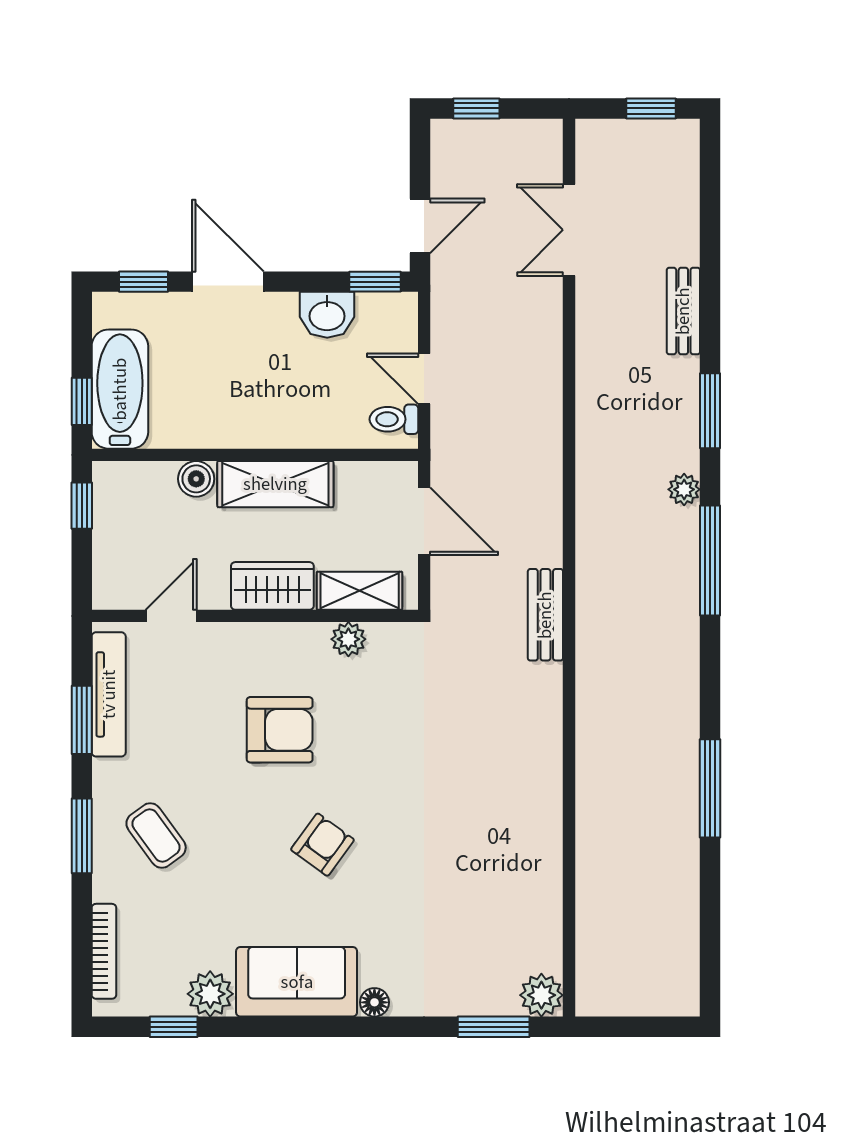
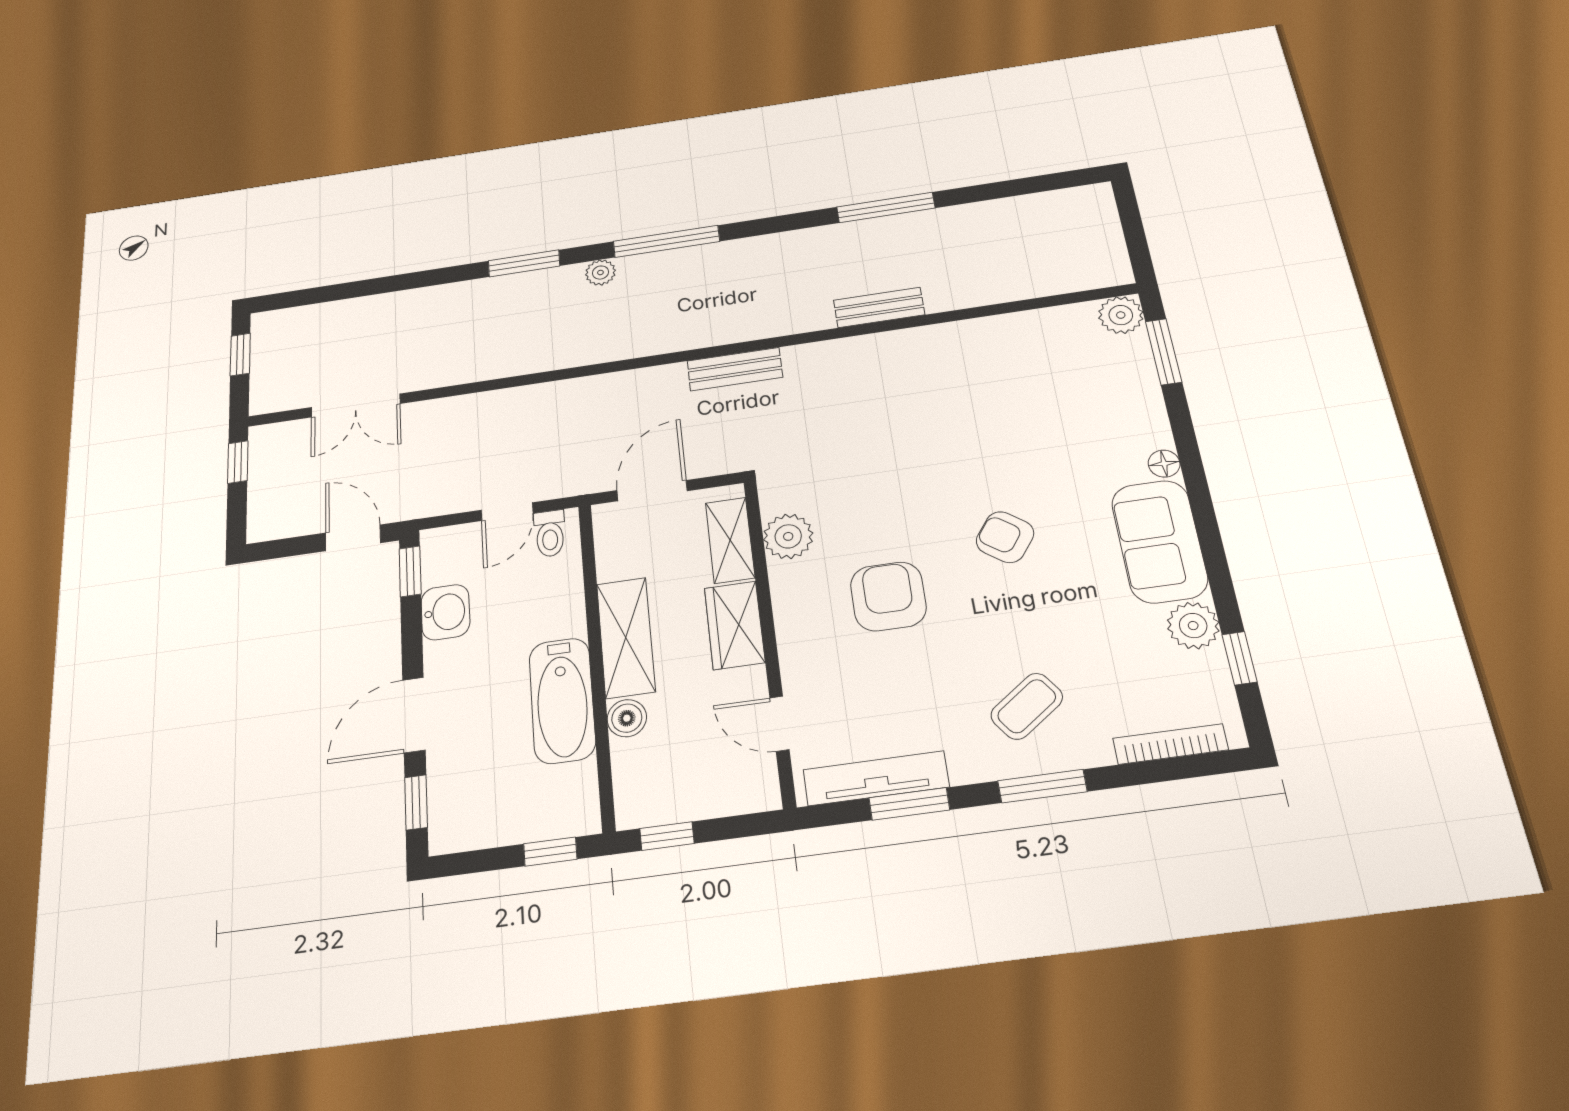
window: (476, 108) -> (238, 462), moved
bench: (683, 311) -> (879, 307), moved
bathtub: (120, 389) -> (562, 700), moved, turned -90
plant: (348, 639) -> (788, 536), width x1.38, depth x1.38

